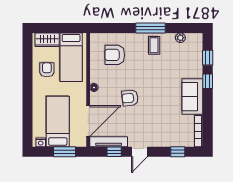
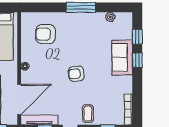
coffee table: (154, 45) -> (88, 114), moved
sofa: (192, 97) -> (122, 57), moved
armchair: (130, 98) -> (76, 74), moved

